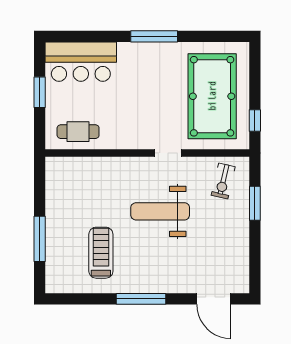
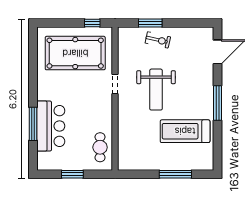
window: (154, 36) -> (33, 124), moved
bar counter: (81, 62) -> (51, 126), moved
exercise bike: (223, 181) -> (158, 40), moved
treadmill: (101, 253) -> (185, 131), width x1.37, depth x1.38

